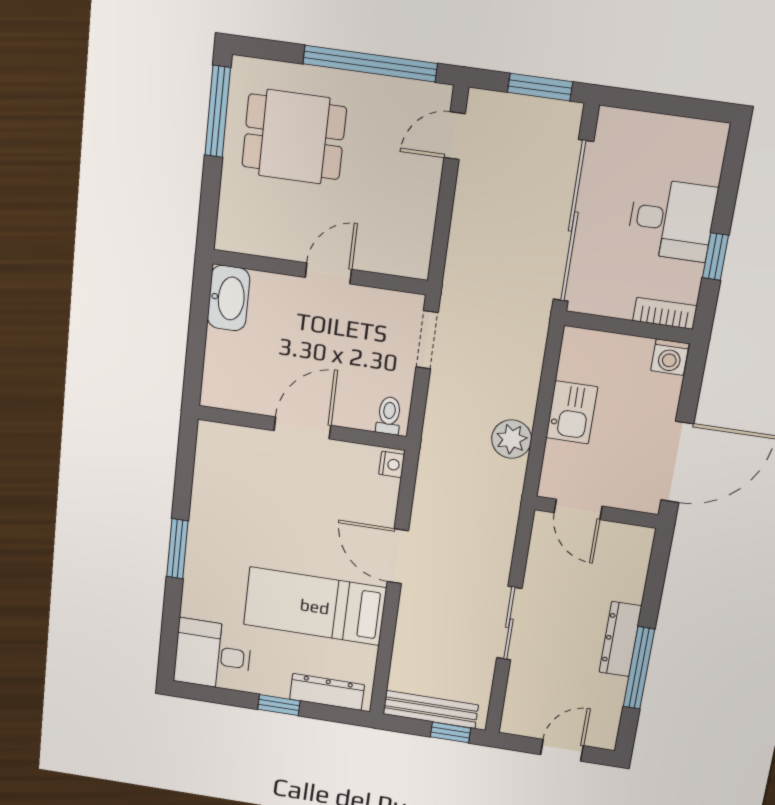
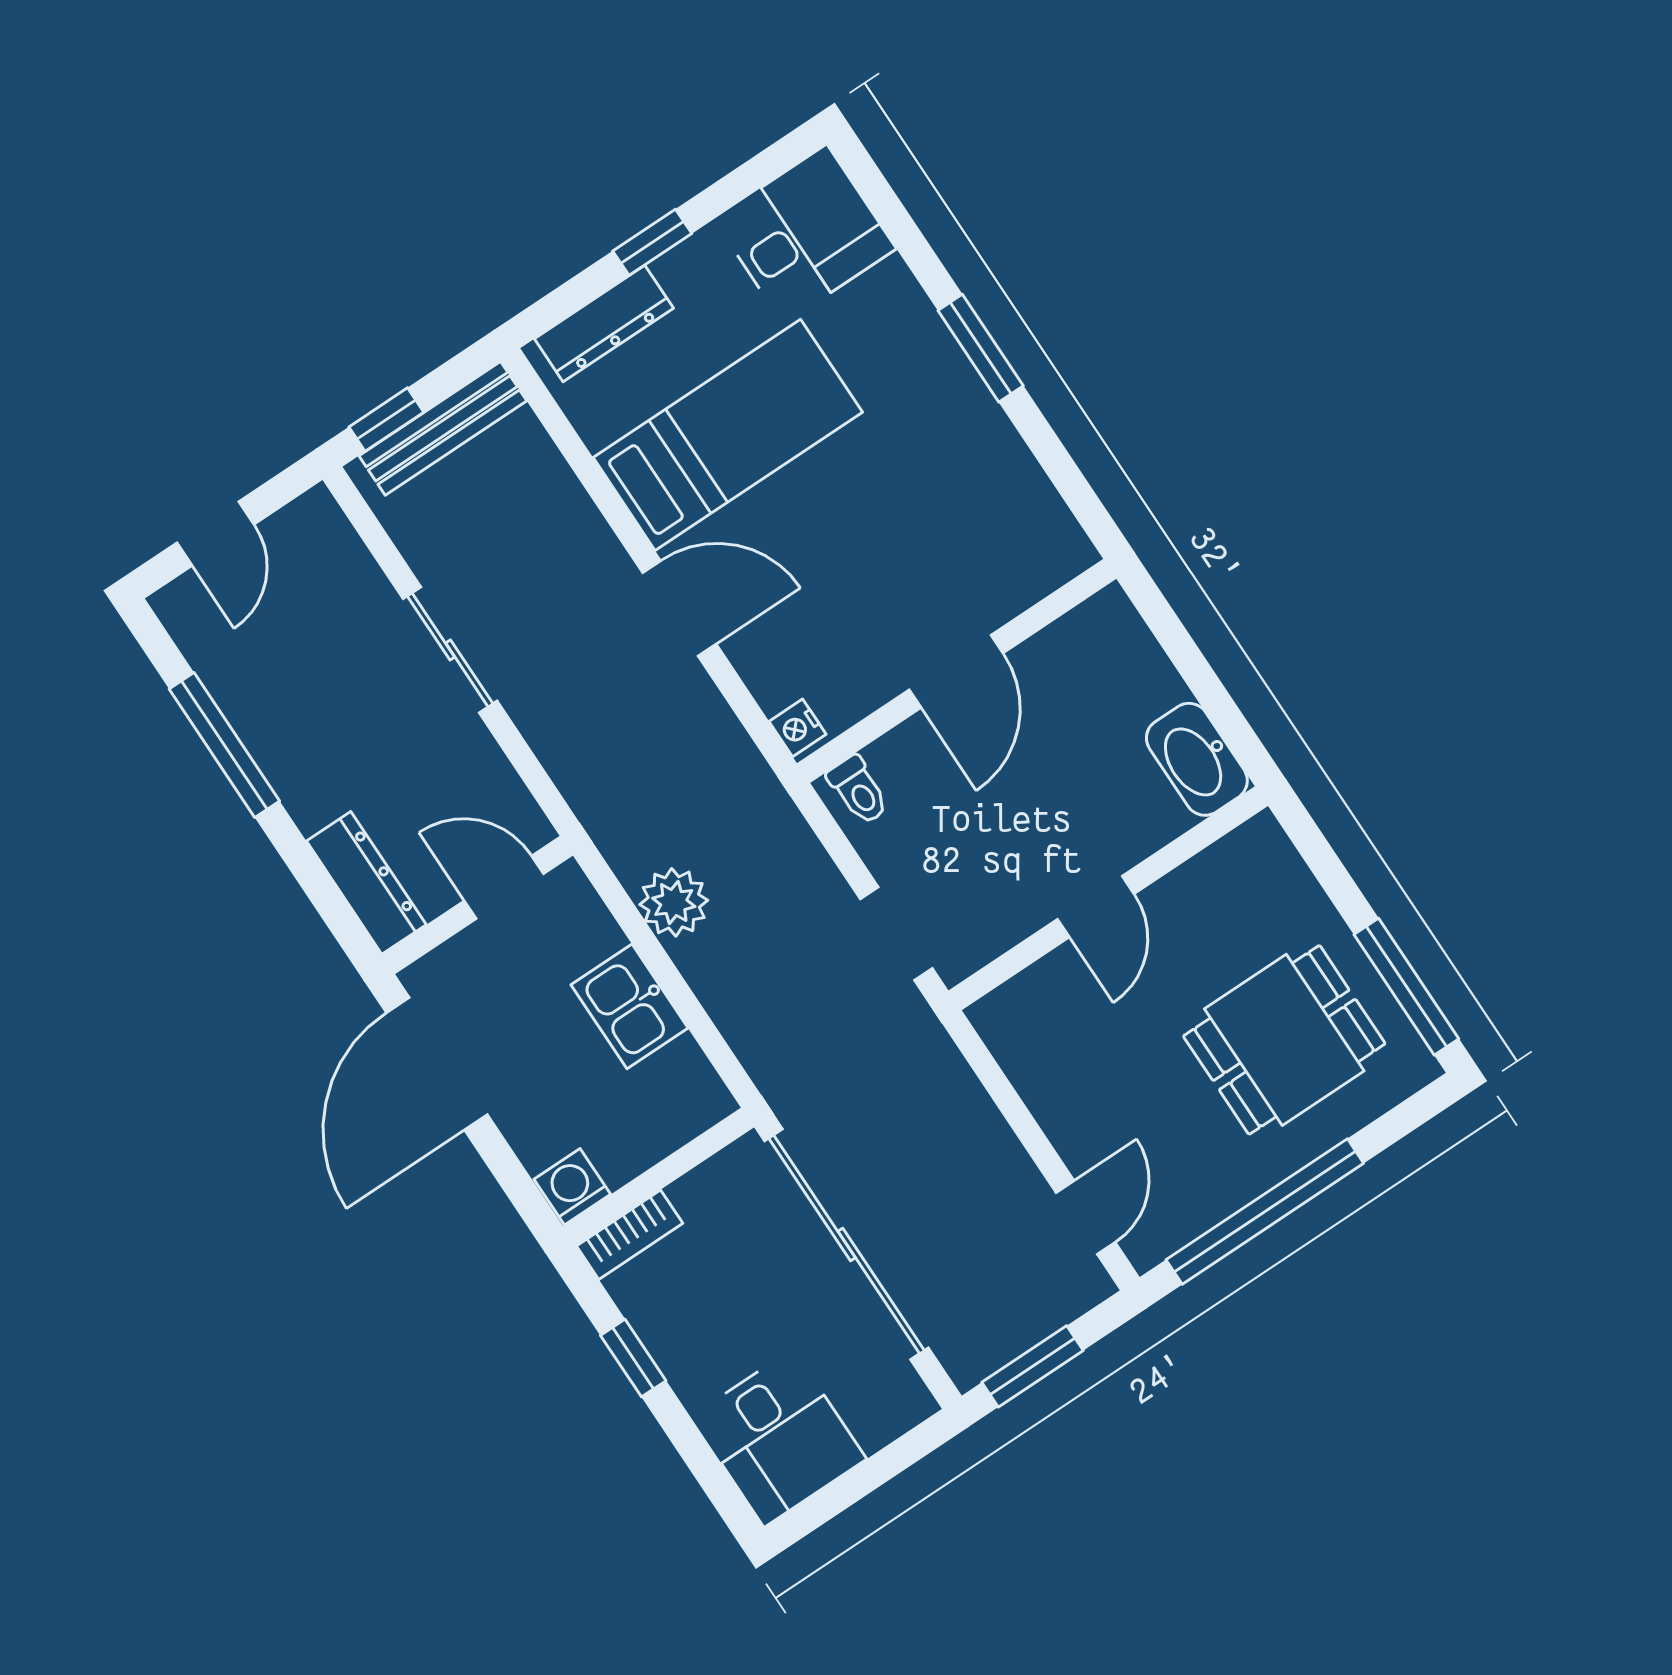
desk: (672, 220) -> (779, 1438), moved, turned -90
dresser: (620, 639) -> (366, 883), moved

